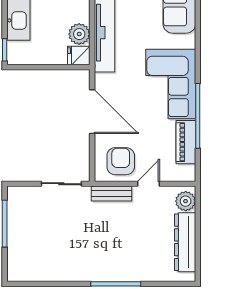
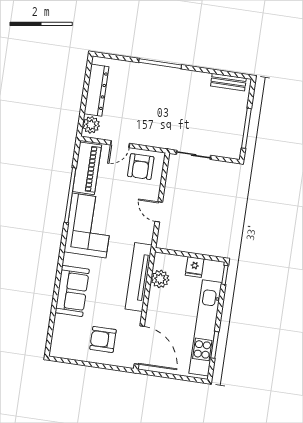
fridge: (79, 56) -> (195, 267), moved, turned 90
door: (92, 112) -> (159, 212), width x0.53
piano: (186, 142) -> (87, 168), width x1.37, depth x1.33
bench: (111, 194) -> (228, 82), moved

